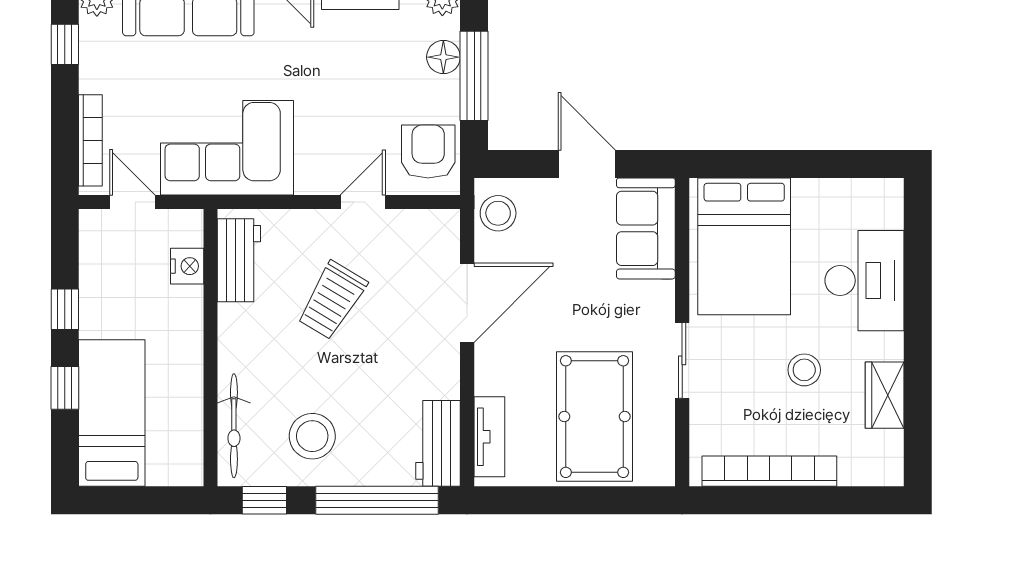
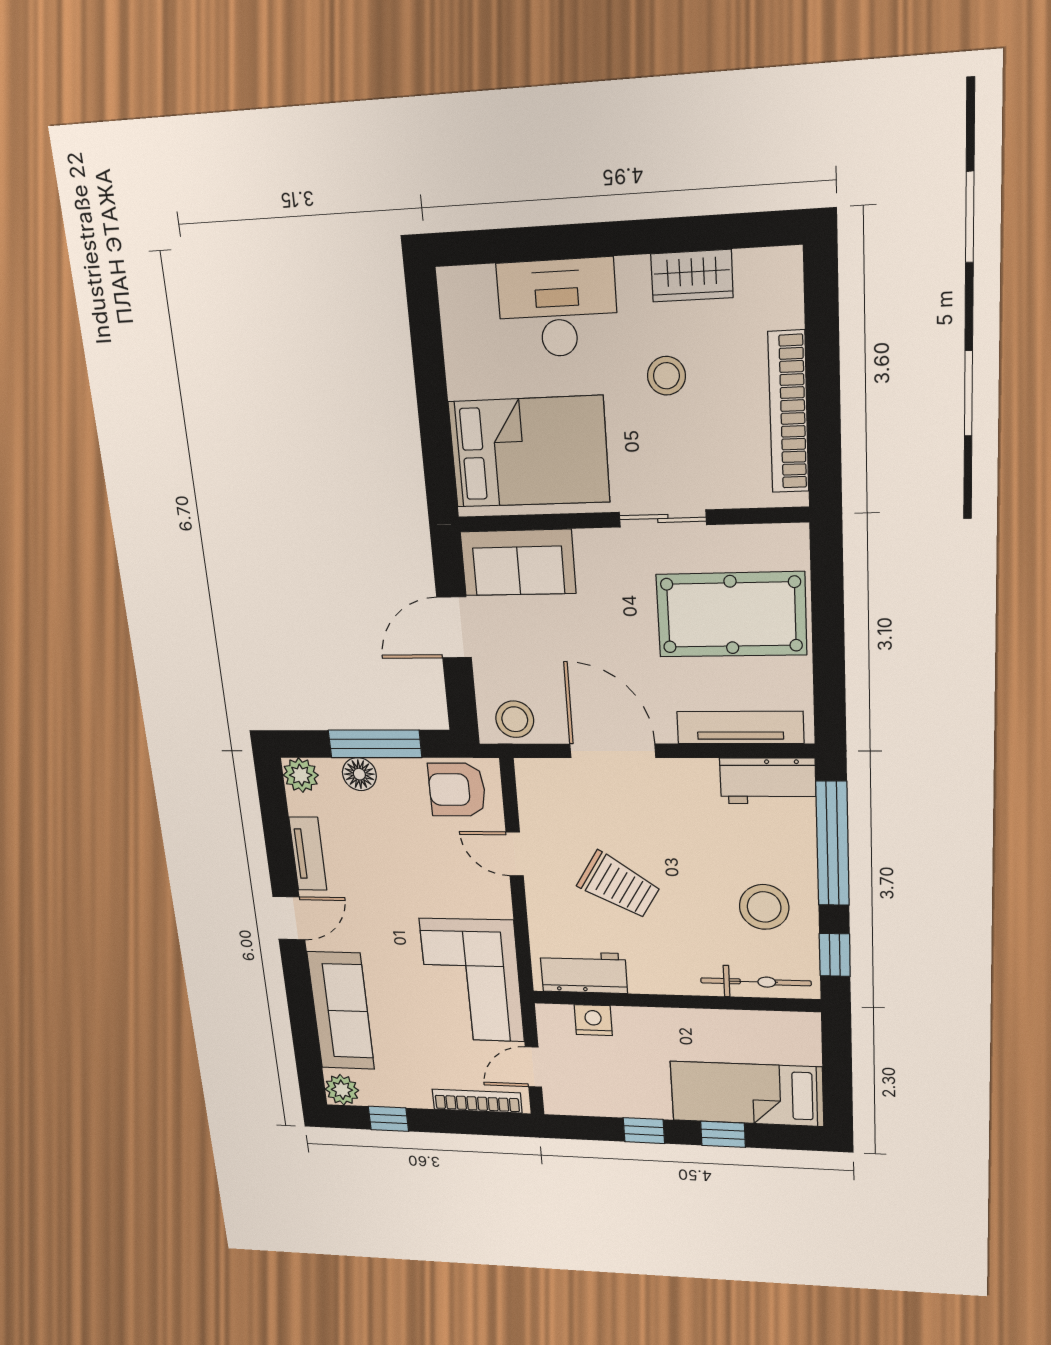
tv unit: (489, 437) -> (740, 728), width x1.41

